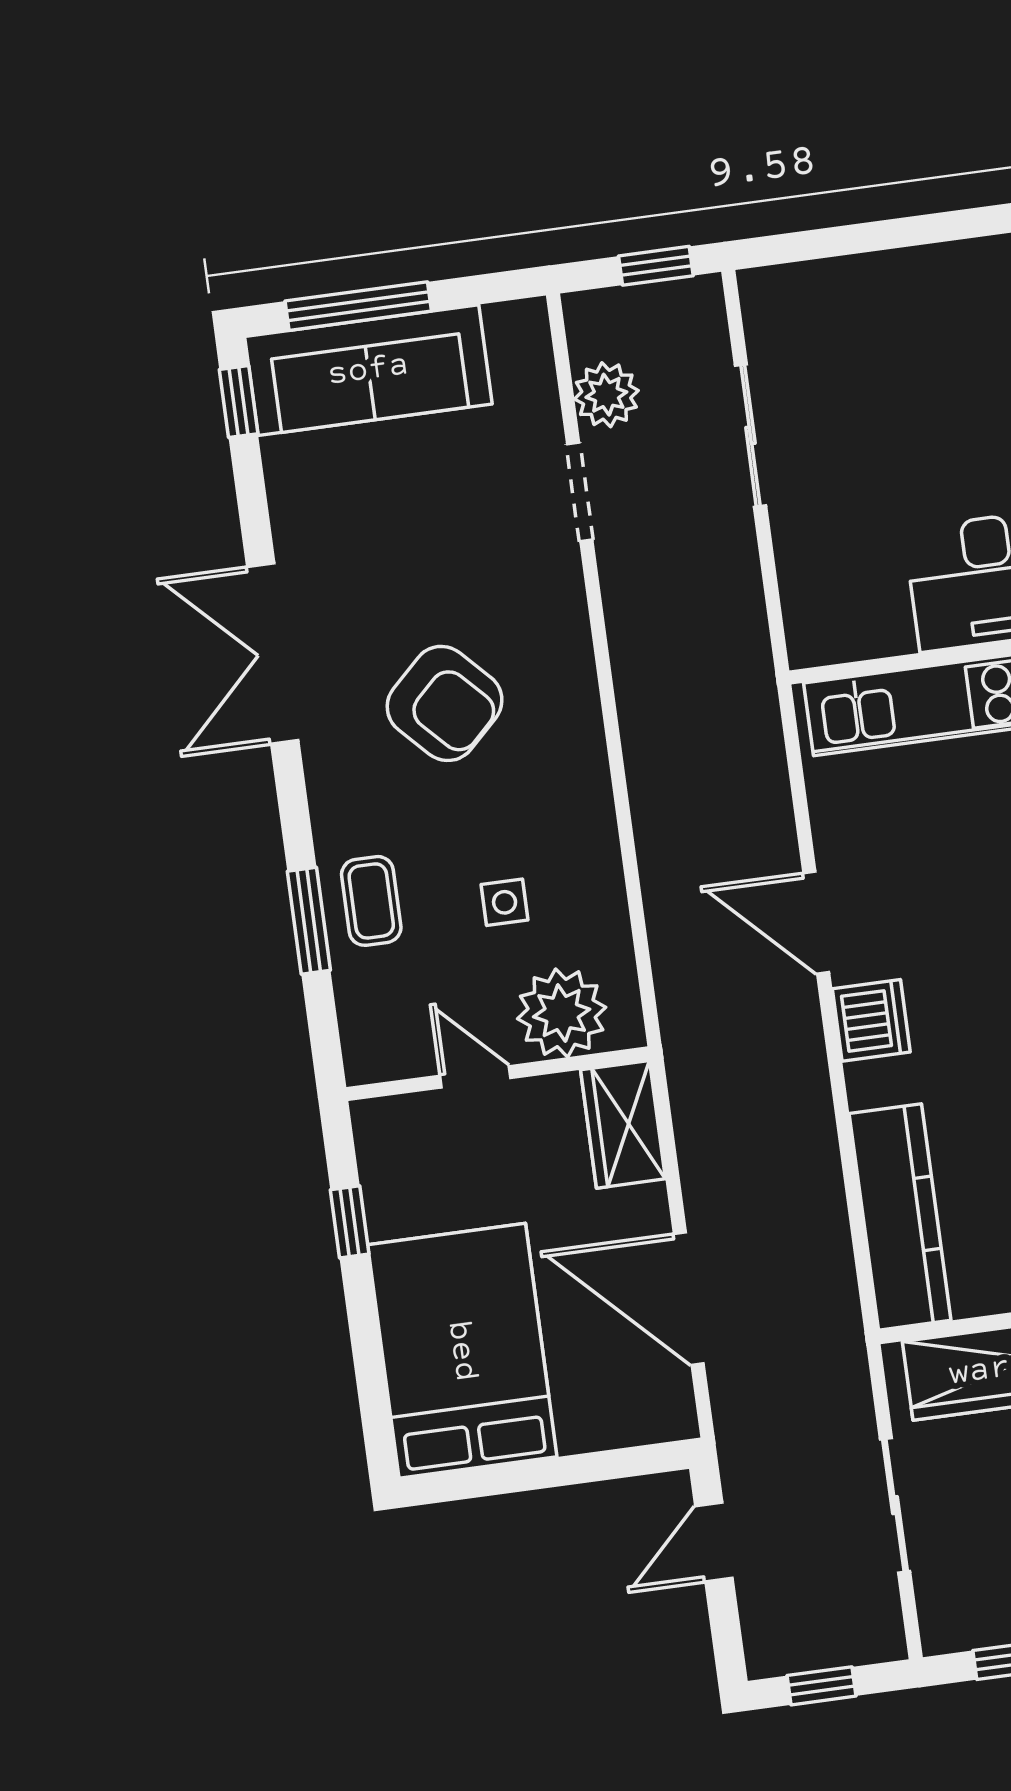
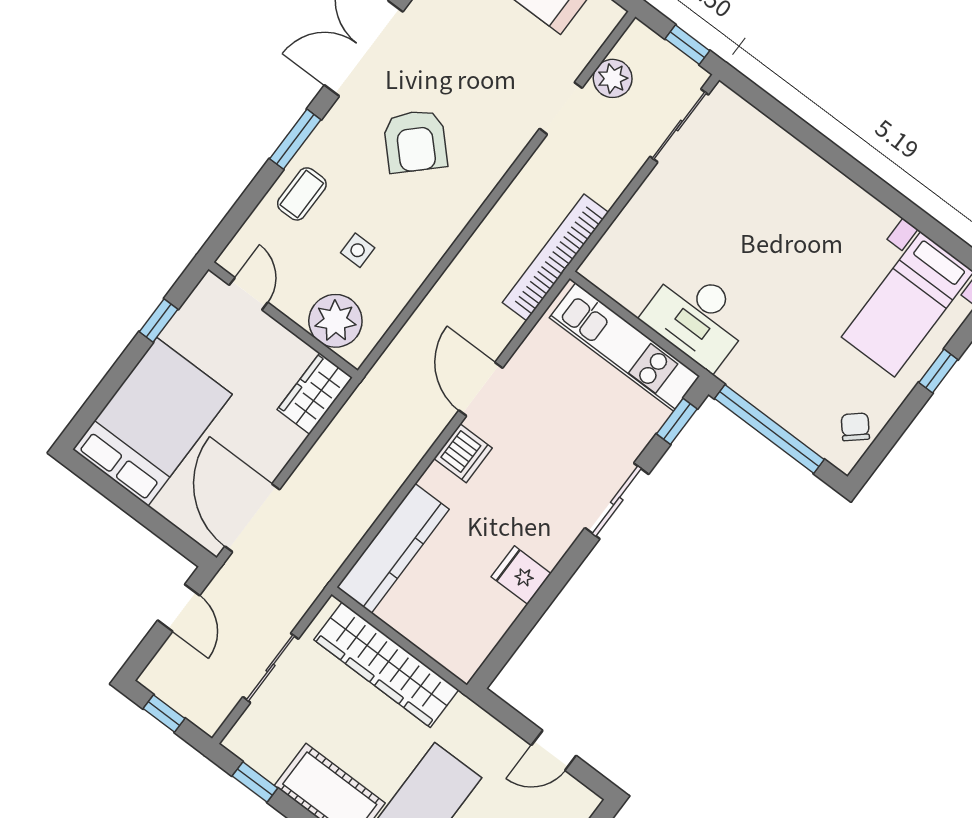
sliding door: (750, 435) -> (679, 126), moved
bookcase: (750, 677) -> (555, 257), added
window: (309, 921) -> (295, 139), moved
door: (475, 1077) -> (248, 294), moved
door: (689, 1299) -> (252, 518), moved
door: (714, 1542) -> (179, 608), swing flipped

